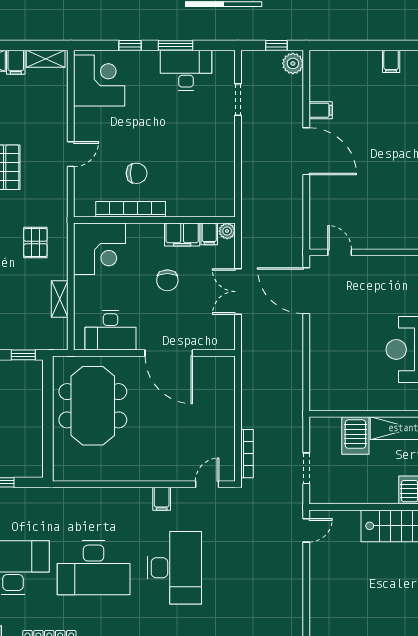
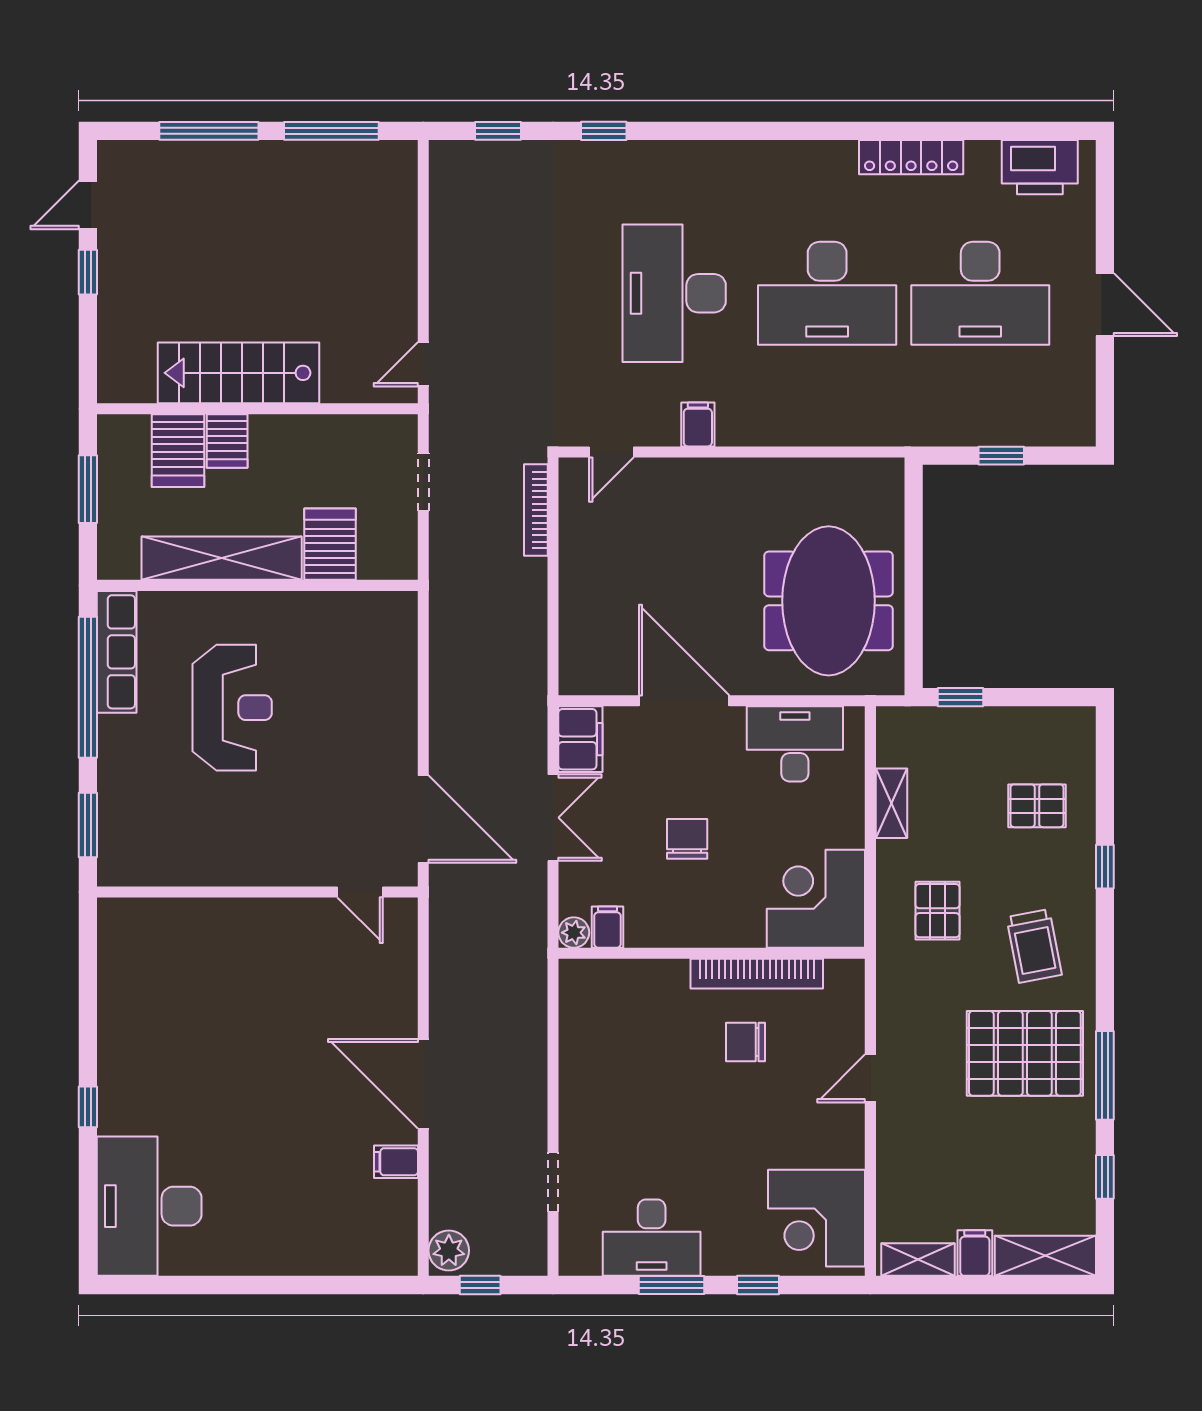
filing cabinet: (391, 61) -> (262, 1254), removed
filing cabinet: (182, 235) -> (580, 739), moved, turned 90
desk: (94, 568) -> (827, 293), turned 180

